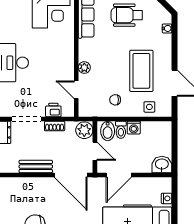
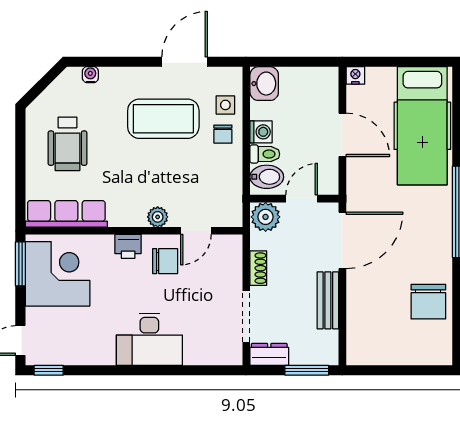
chair: (59, 72) -> (165, 261), added
chair: (115, 100) -> (223, 134), moved
printer: (53, 110) -> (128, 246), moved, turned -90
washbasin: (162, 165) -> (264, 84), moved, turned 180
door: (119, 175) -> (342, 135), moved
nightstand: (167, 198) -> (355, 75), moved

